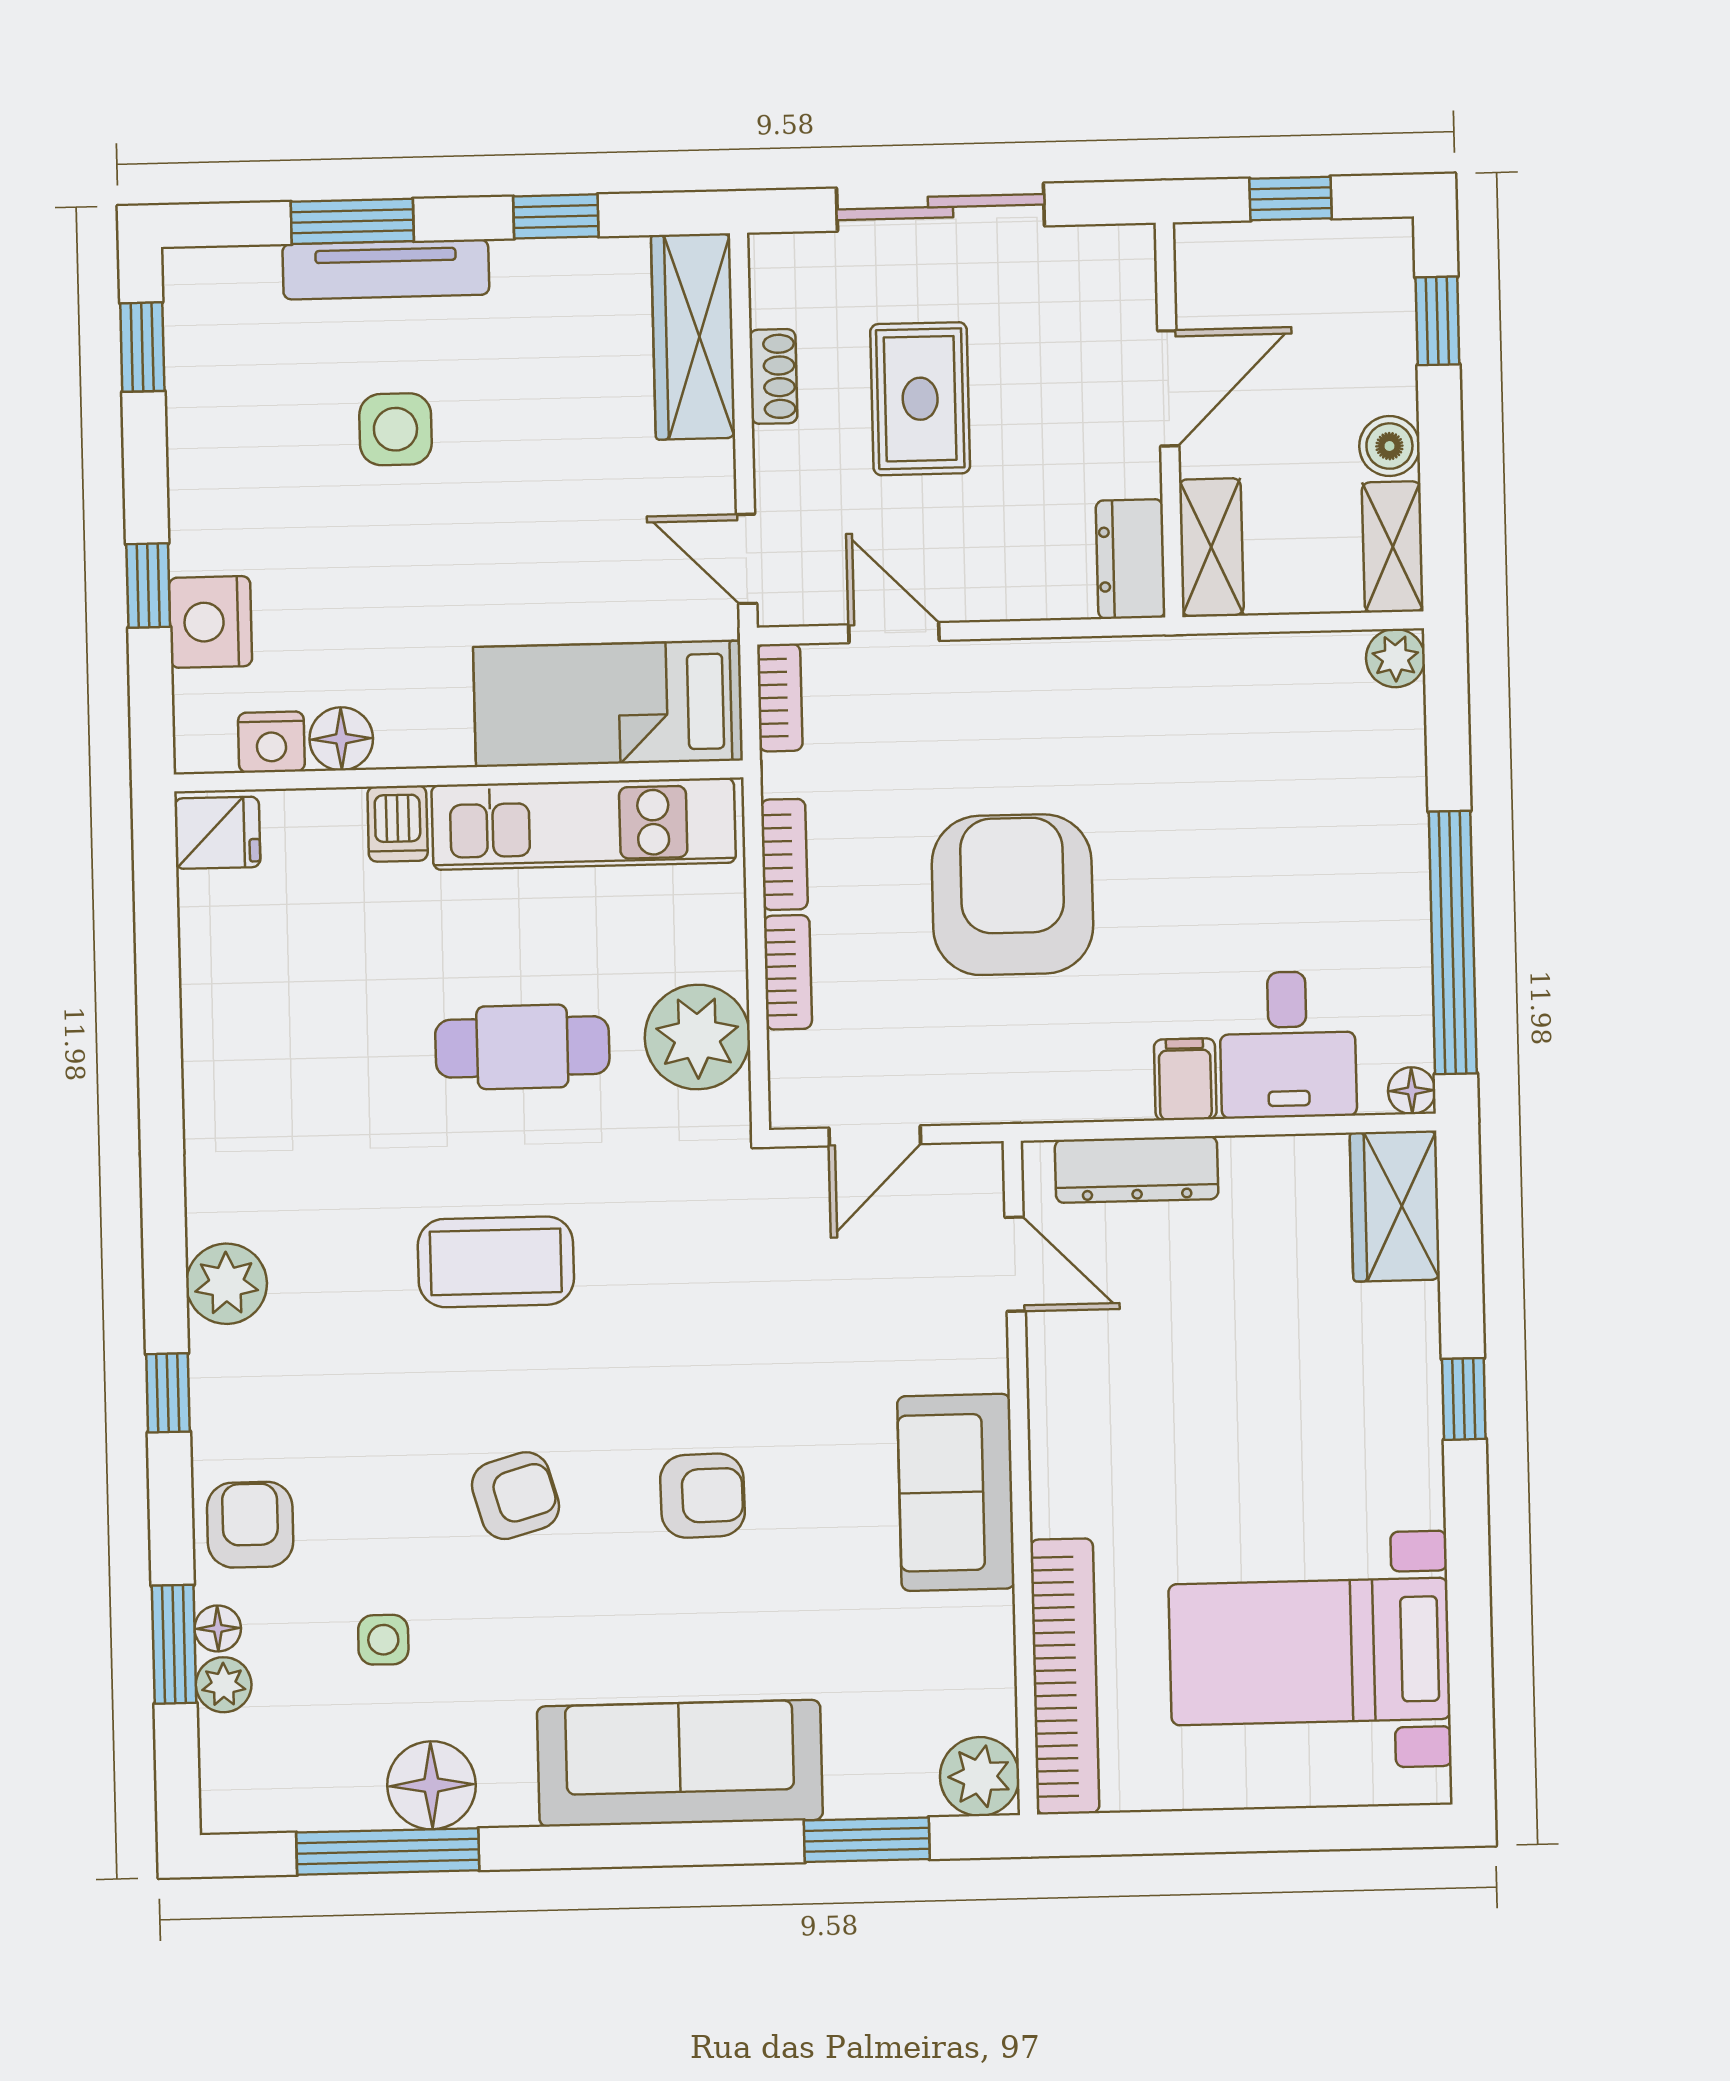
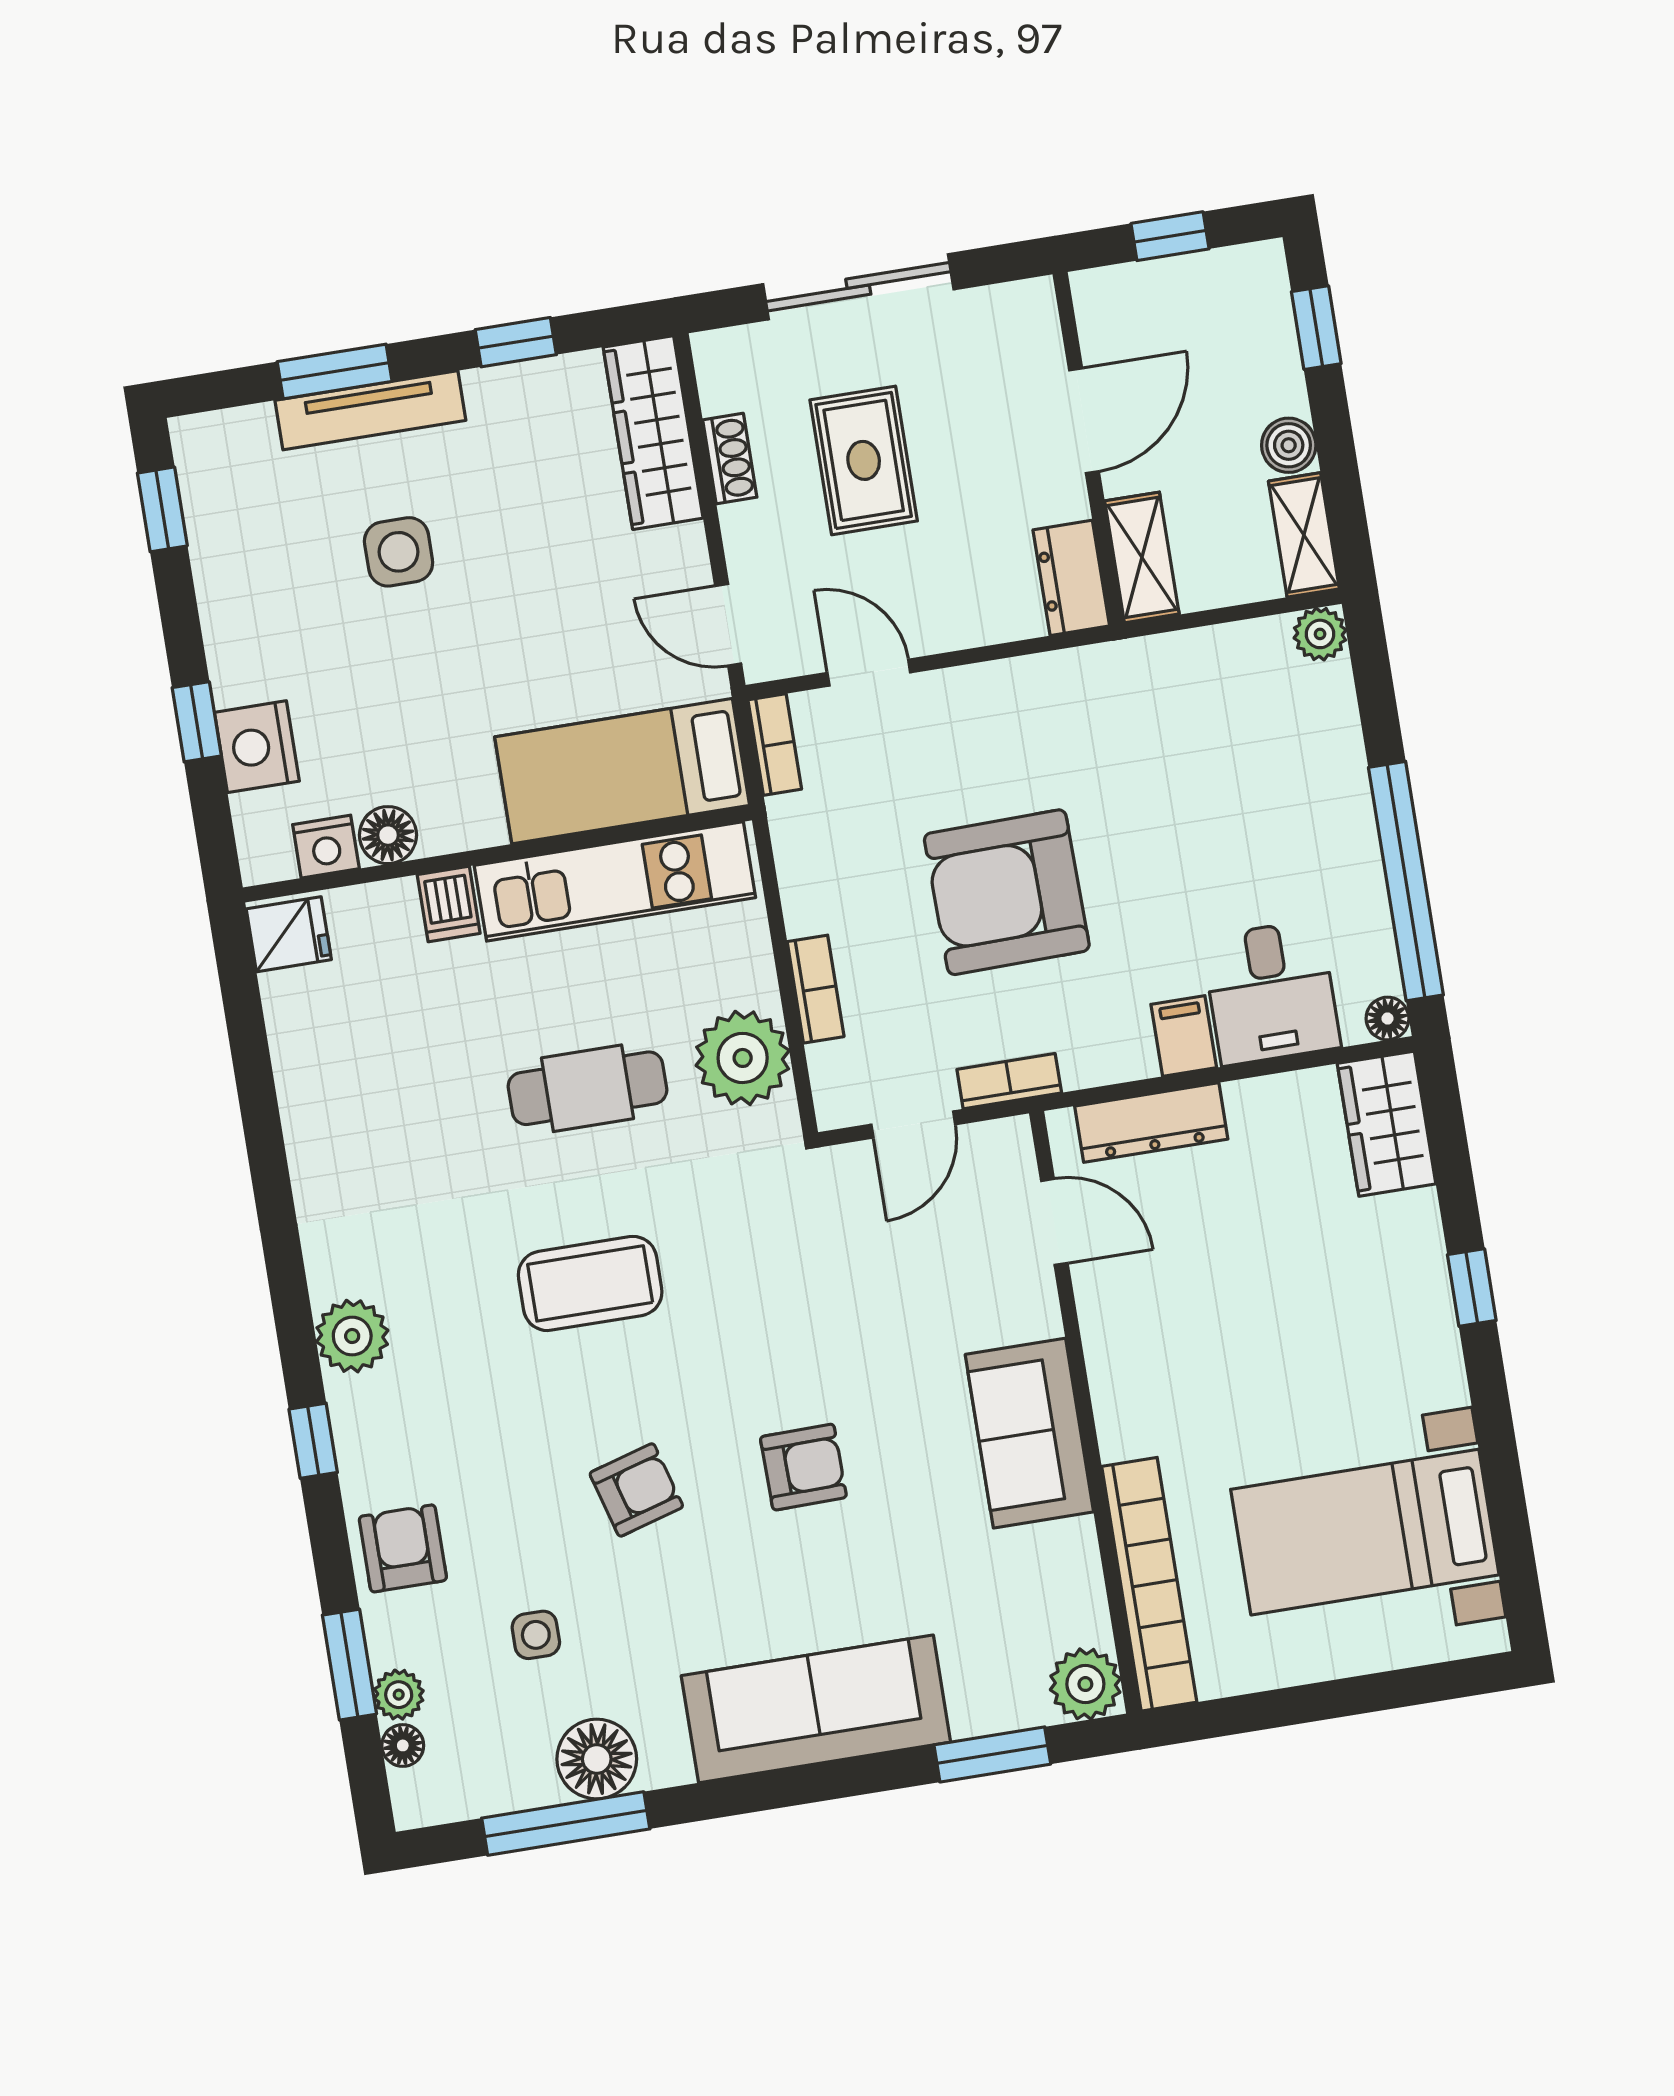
bookcase: (784, 854) -> (1009, 1081), moved, turned -90
armchair: (1012, 895) -> (1007, 892), turned -91
floor lamp: (218, 1628) -> (403, 1745), moved

